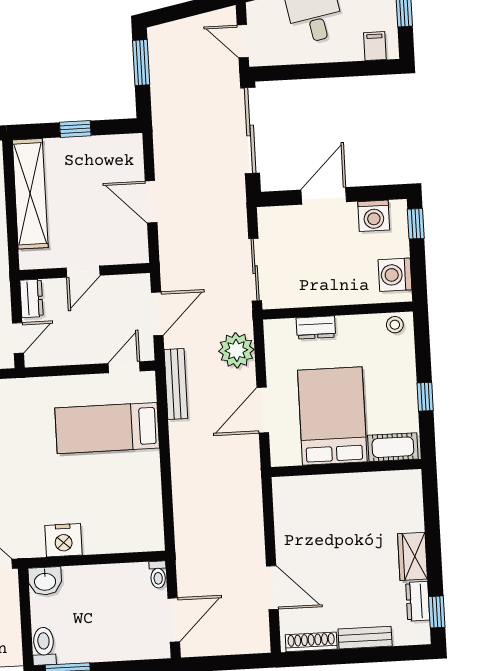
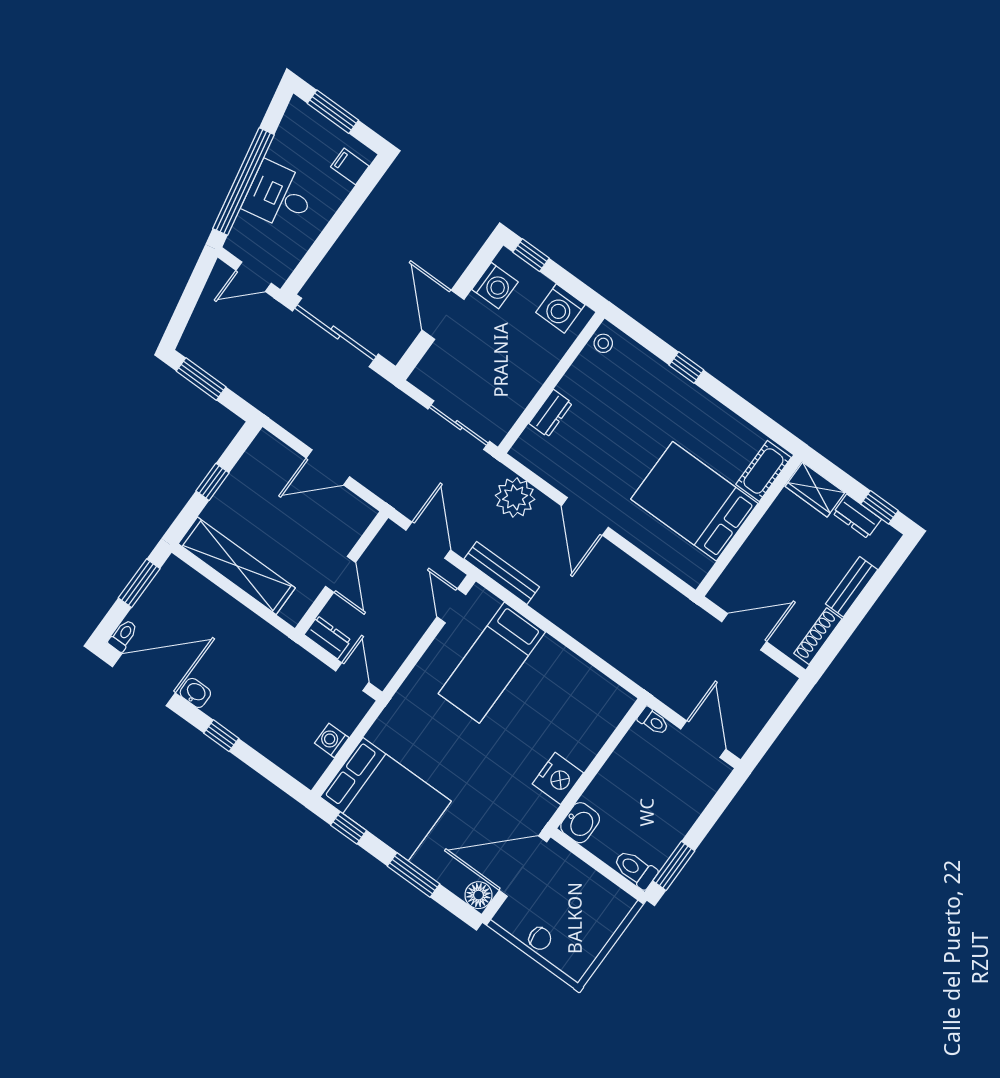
bed: (332, 416) -> (694, 501), moved
cot: (393, 447) -> (763, 471), moved
wall: (346, 468) -> (749, 526), moved

